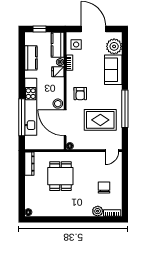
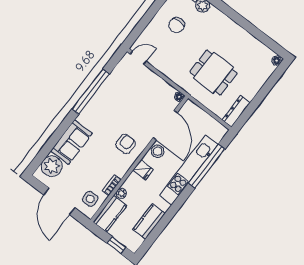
fridge: (58, 72) -> (143, 170), moved
rug: (100, 120) -> (126, 100), removed
dining table: (60, 176) -> (213, 73), turned 90

